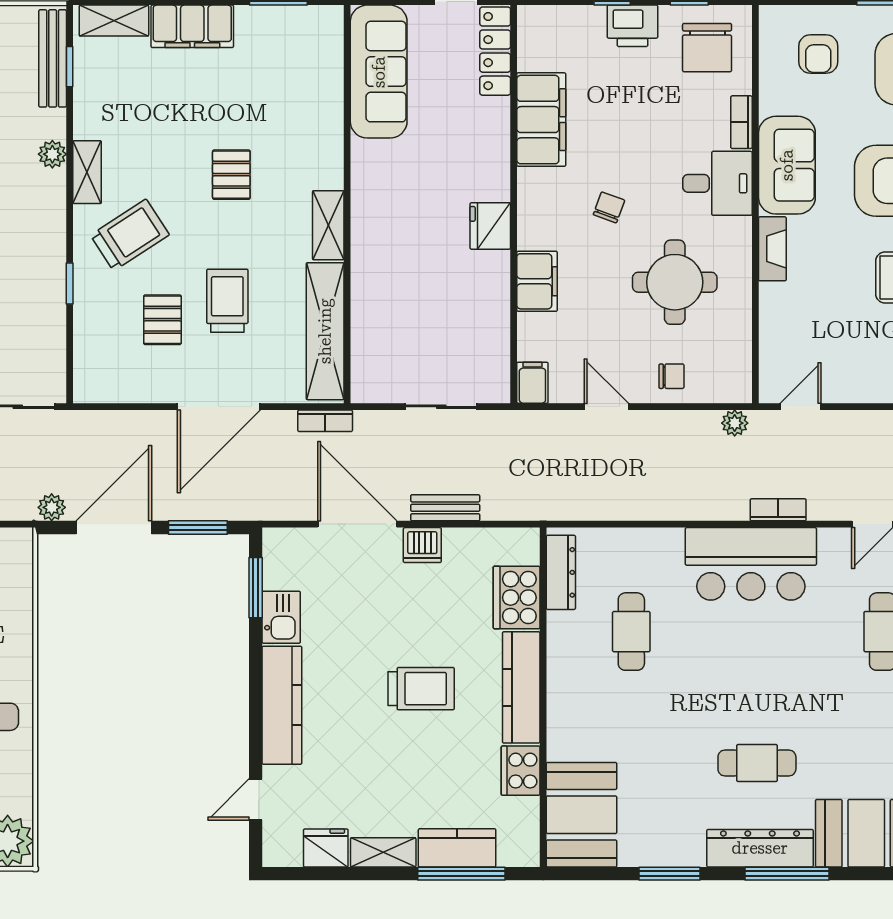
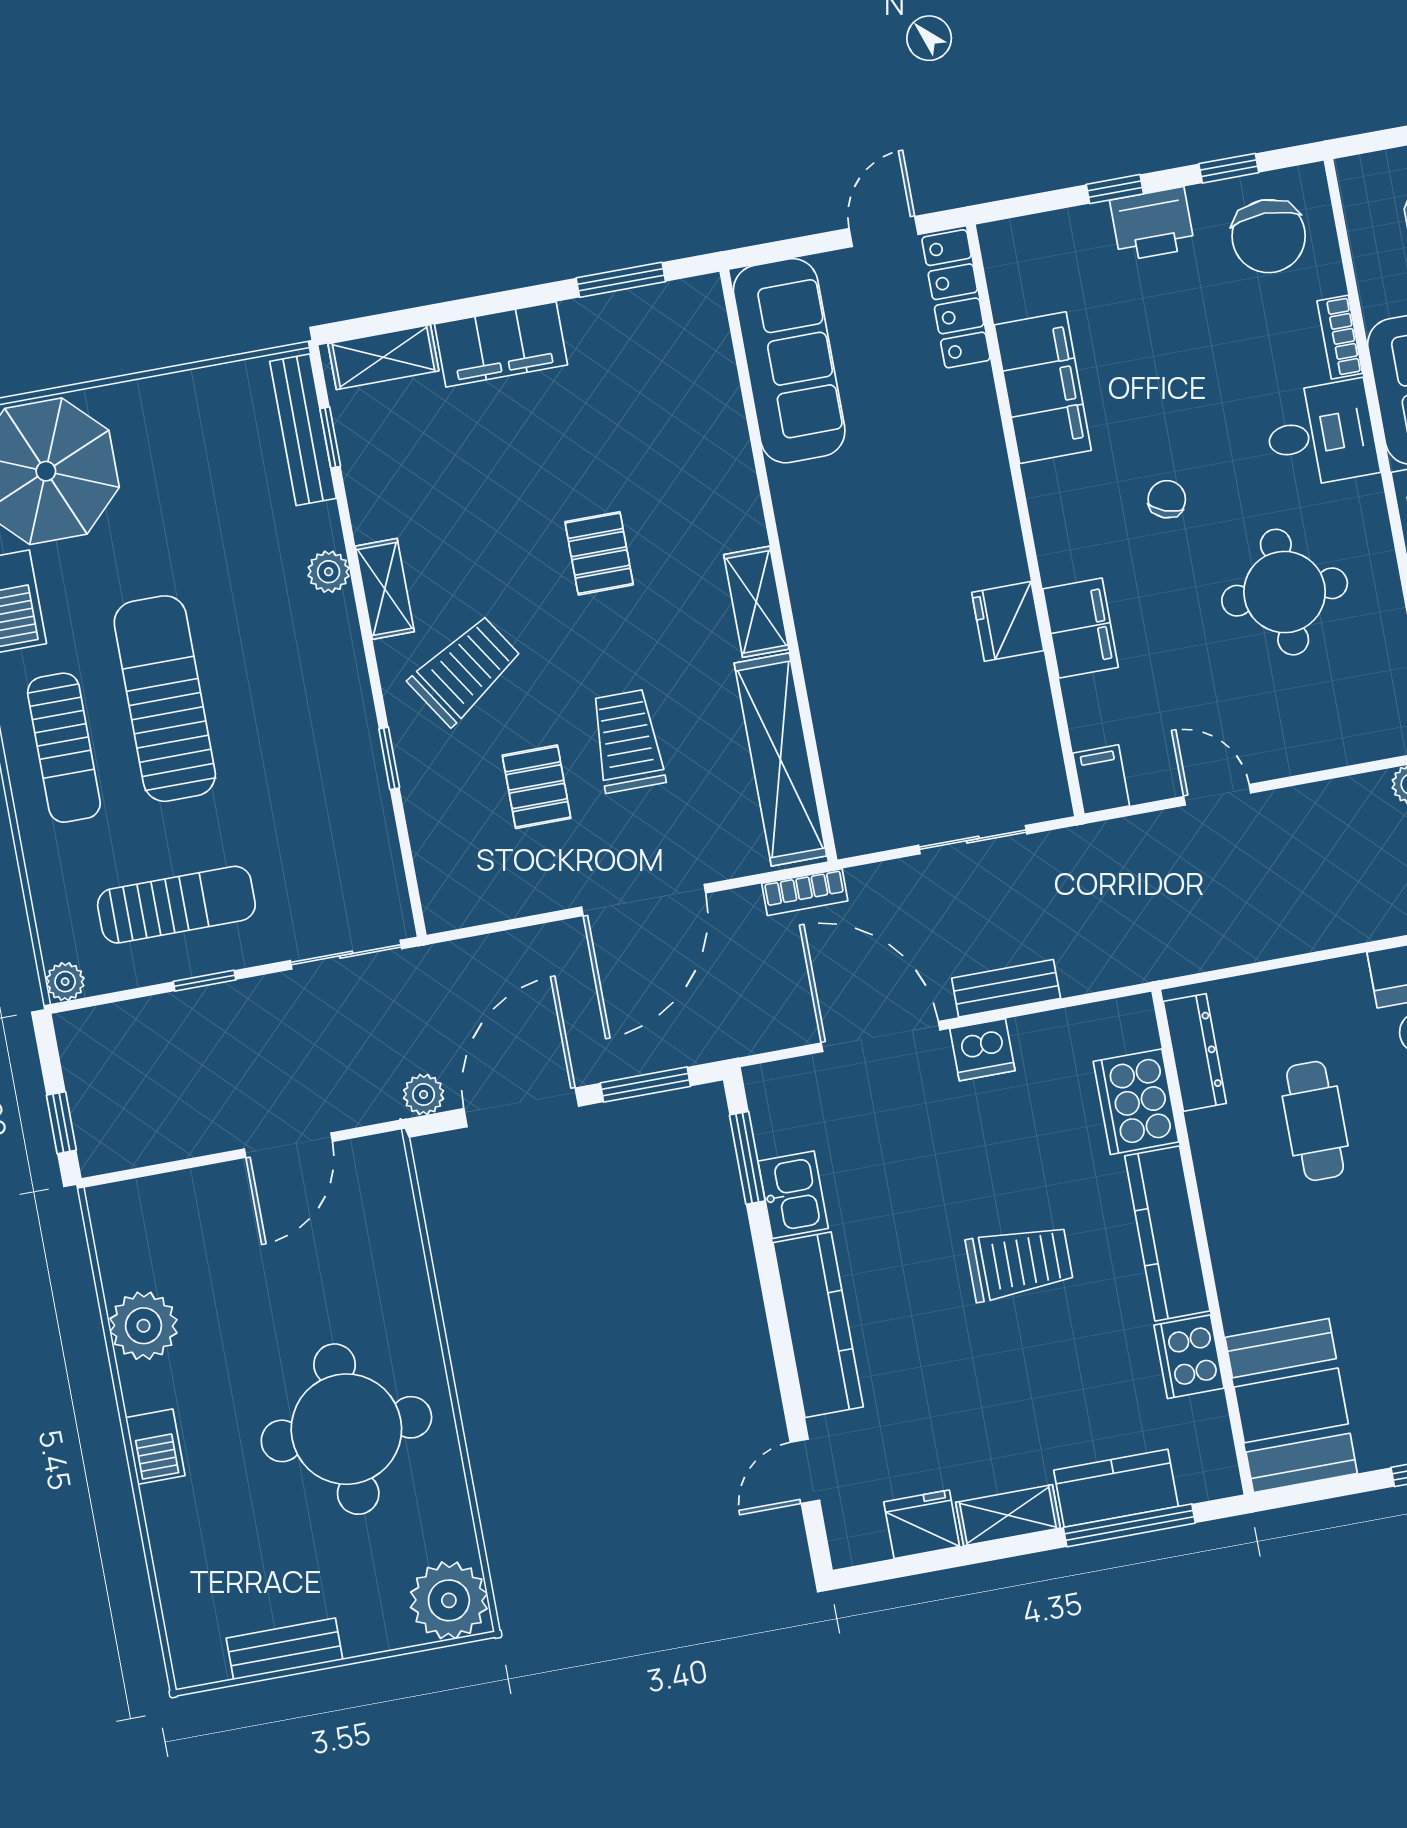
fridge: (490, 226) -> (1008, 621), moved
chair: (672, 376) -> (1305, 732), removed

